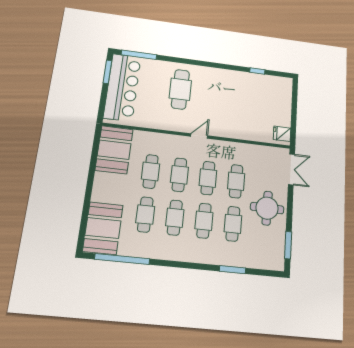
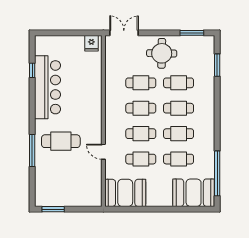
window: (139, 55) -> (32, 150), moved
bar counter: (122, 87) -> (47, 87), moved, turned 90
door: (199, 136) -> (103, 152), moved
window: (233, 270) -> (217, 65), moved

